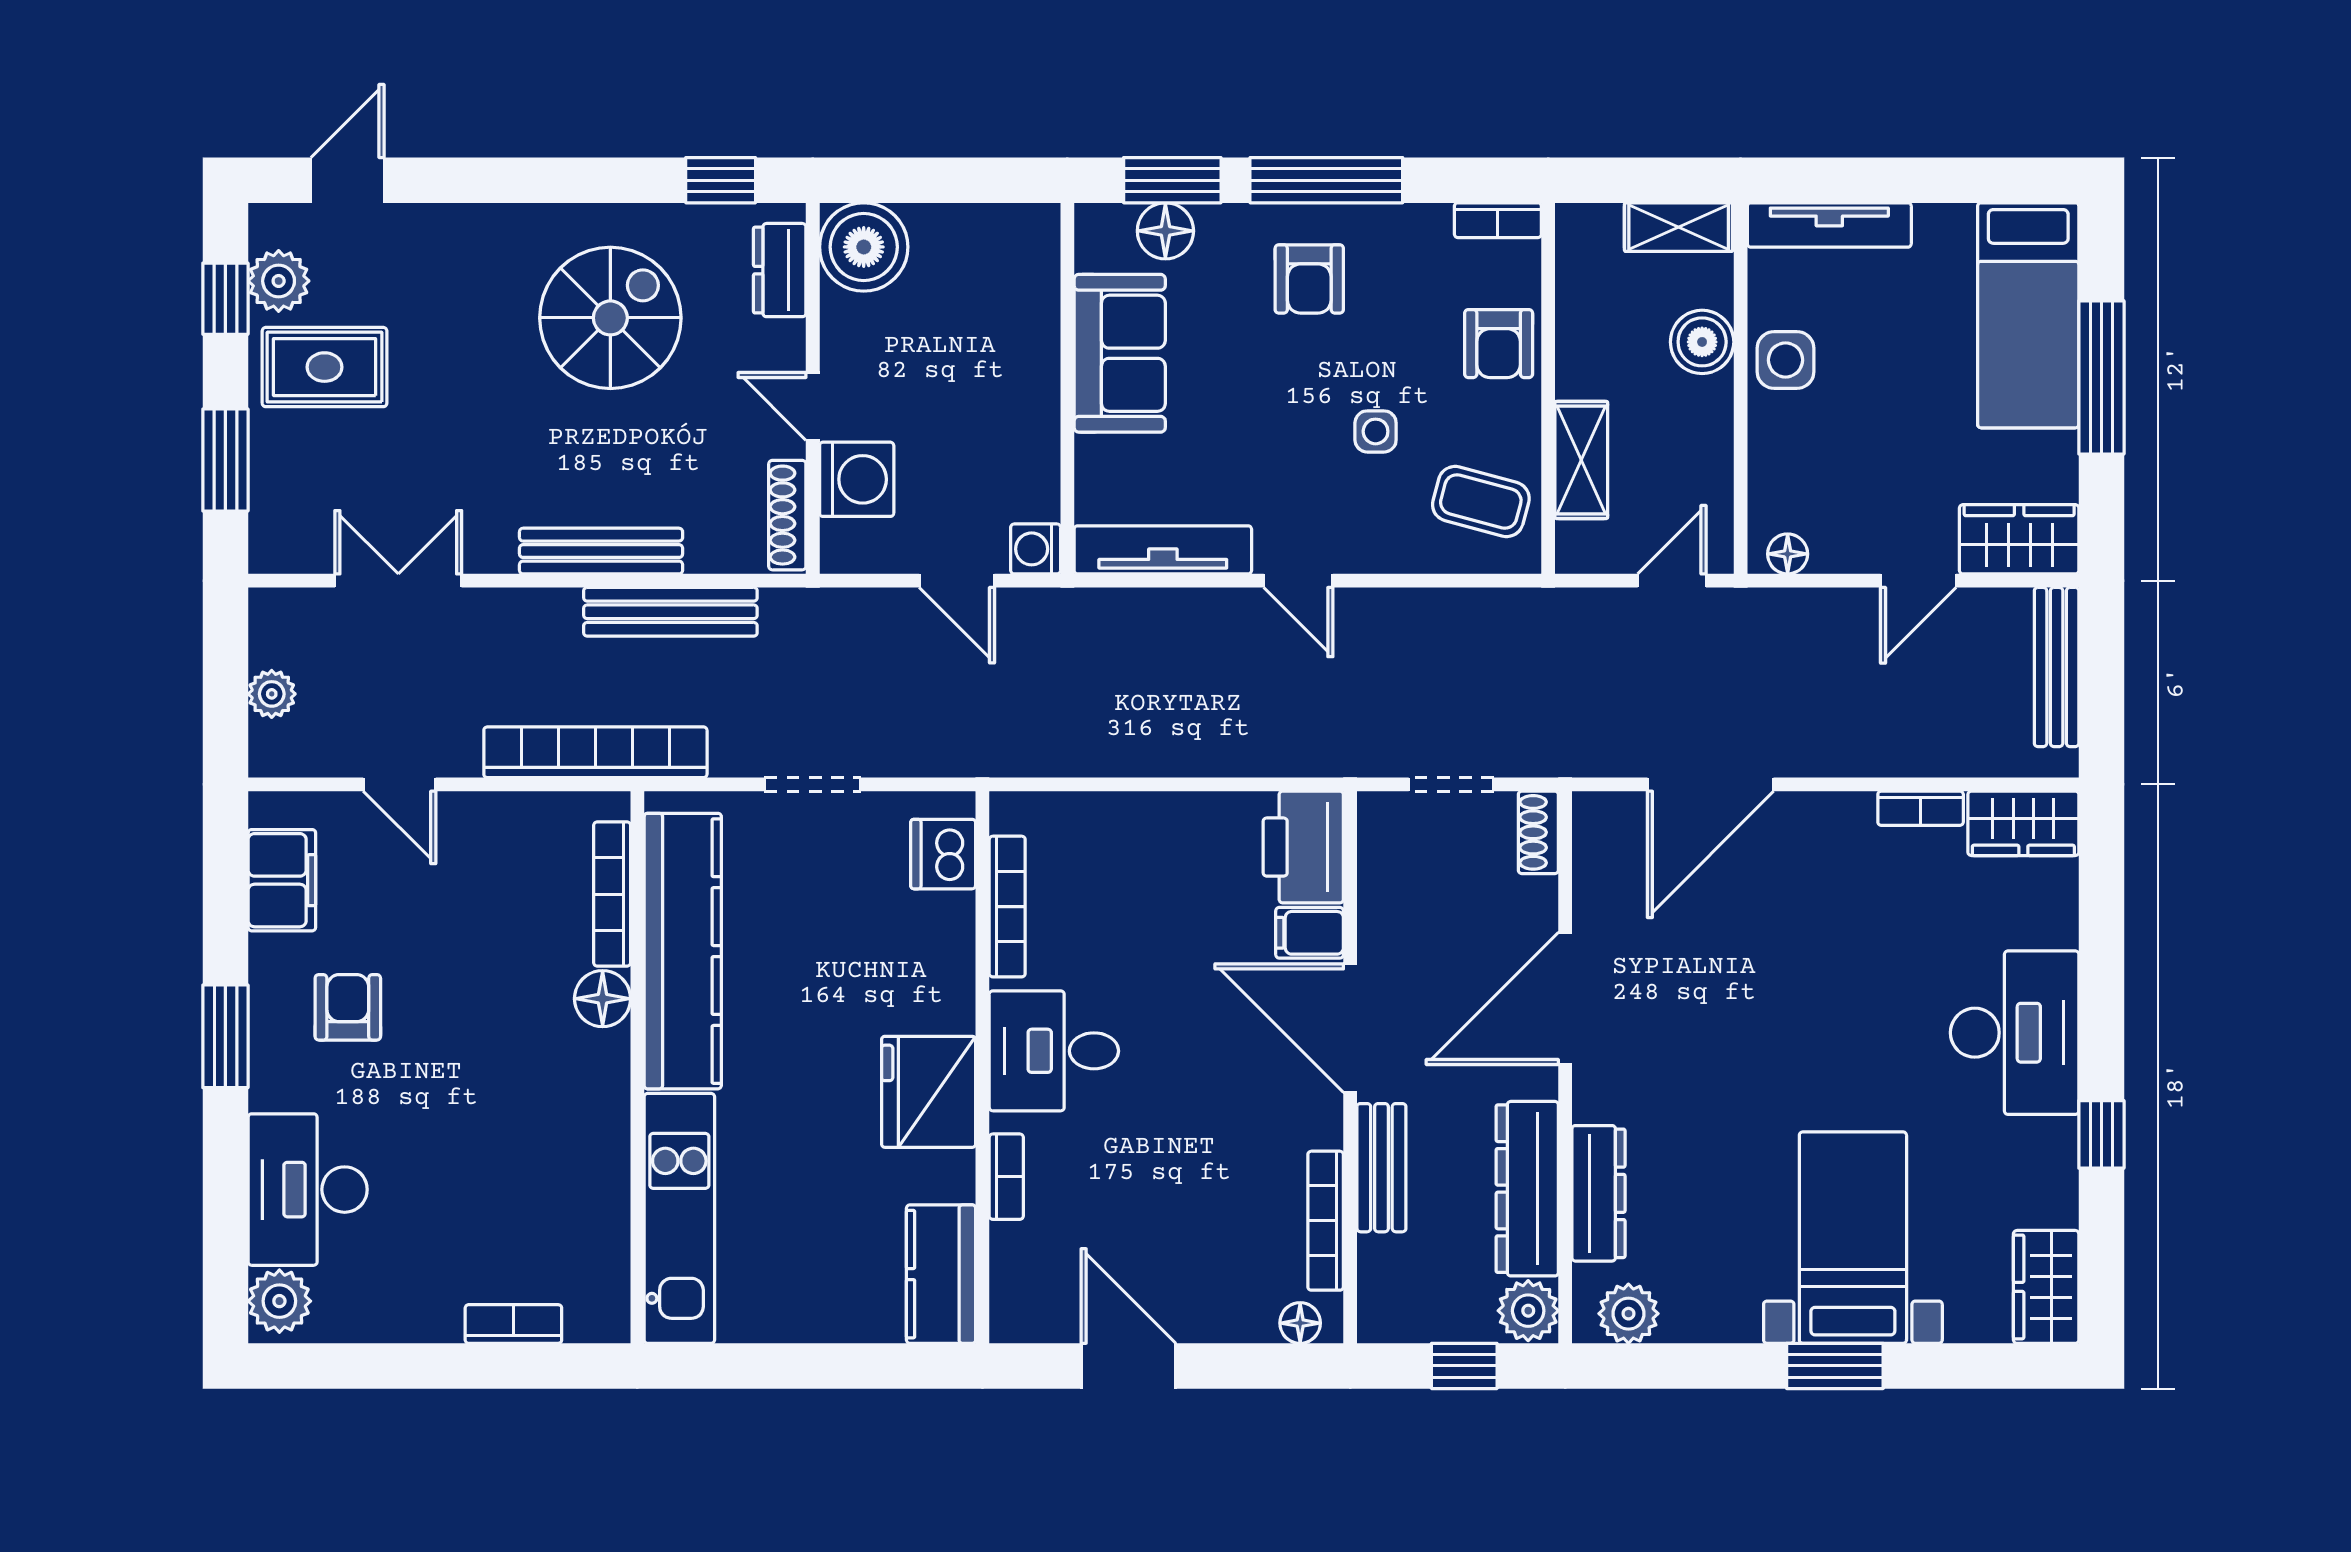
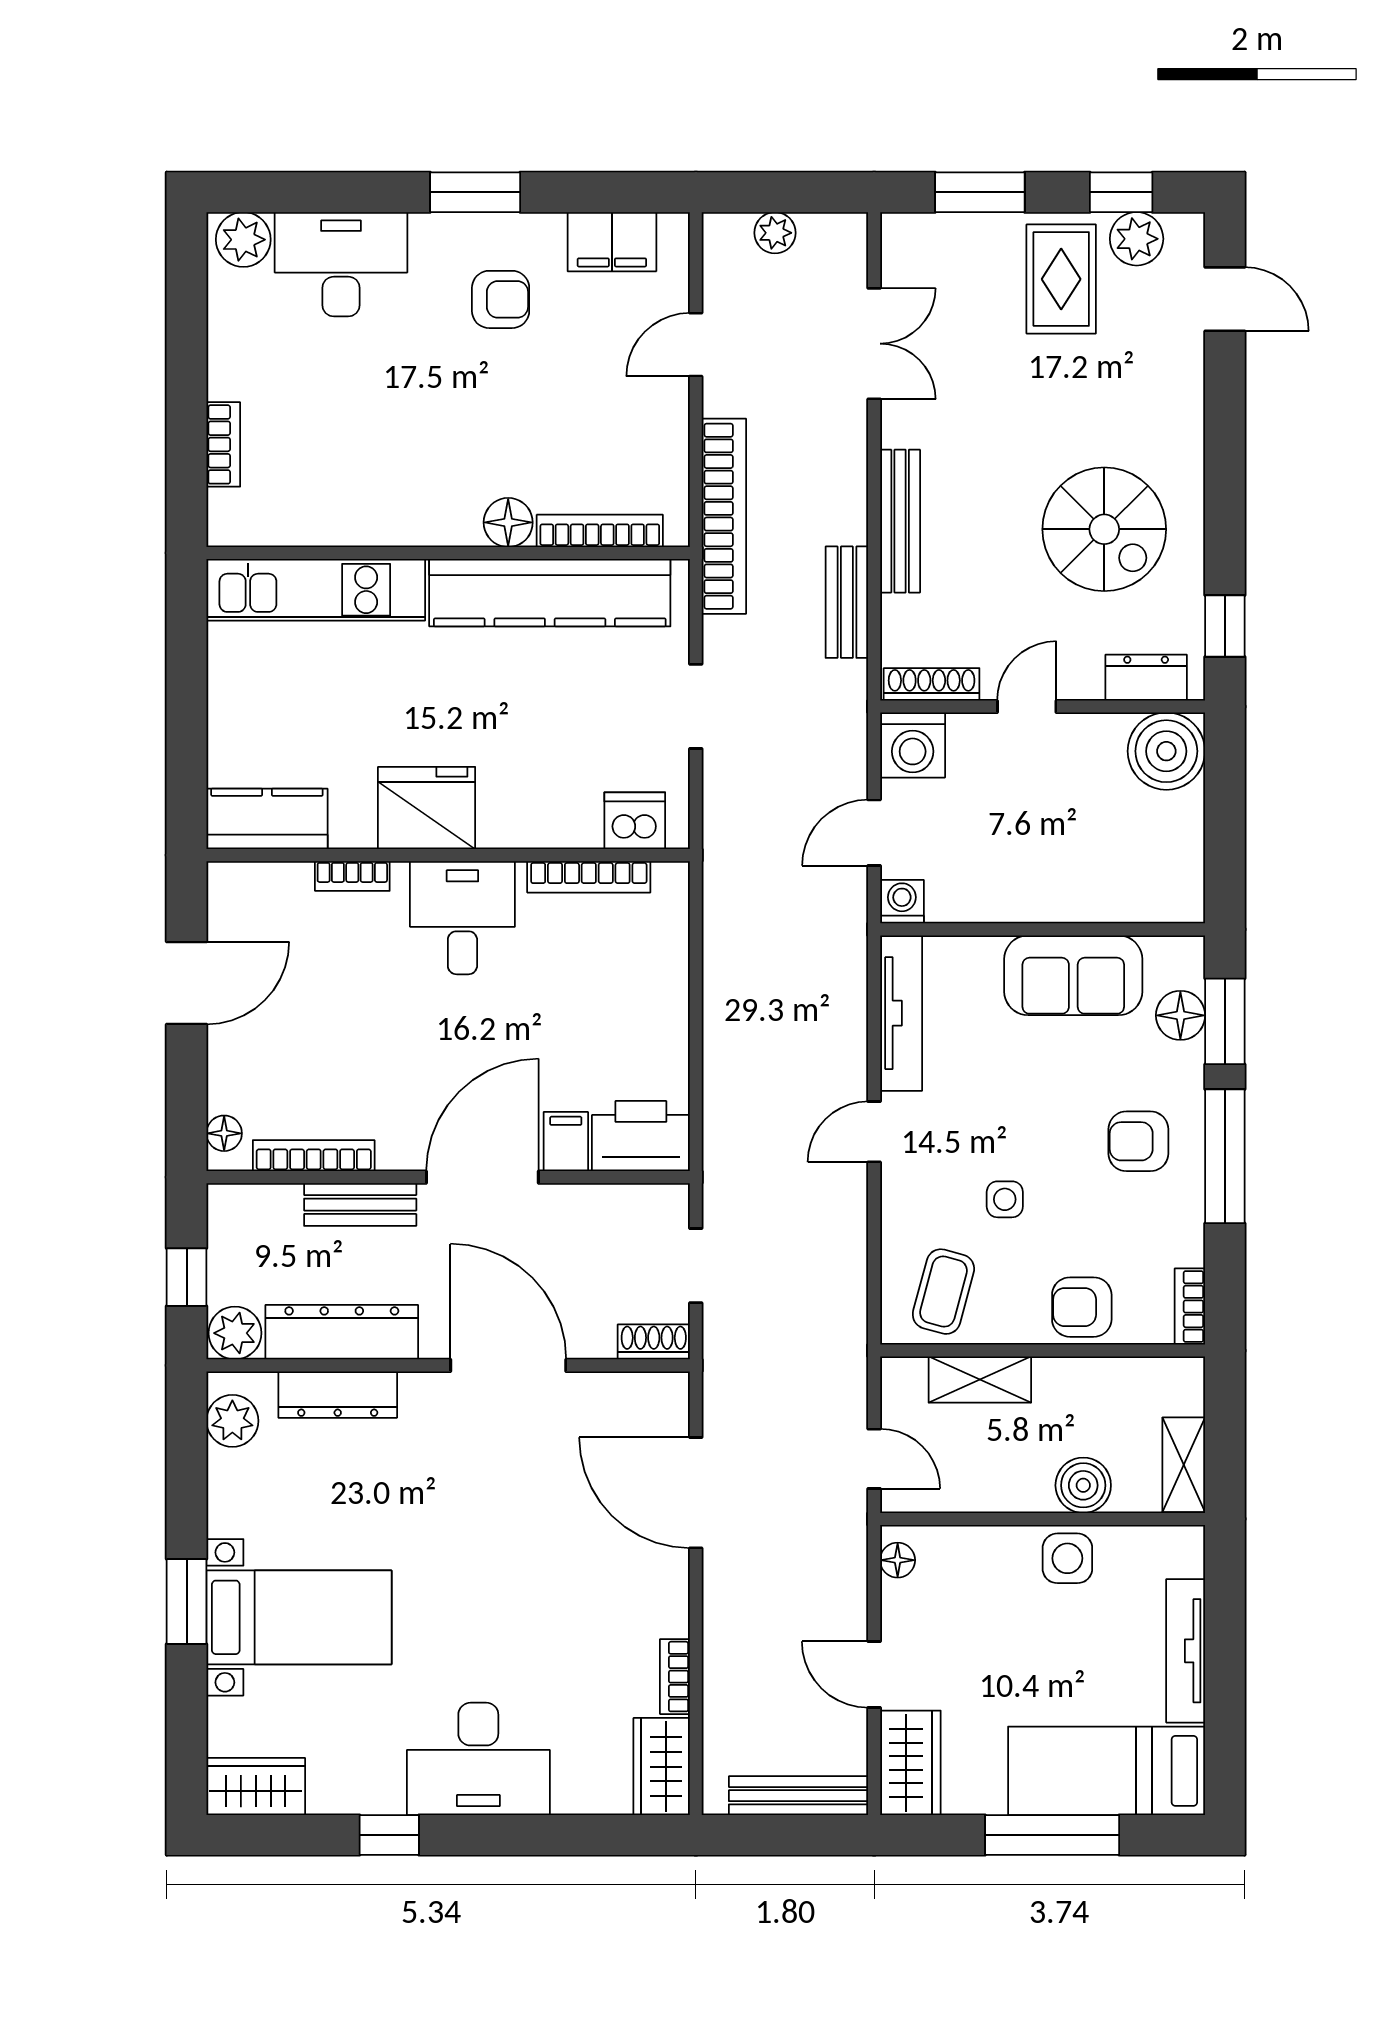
tv unit: (1829, 225) -> (1186, 1651), moved
washing machine: (857, 479) -> (913, 745), moved
bench: (670, 612) -> (847, 602), width x0.73

